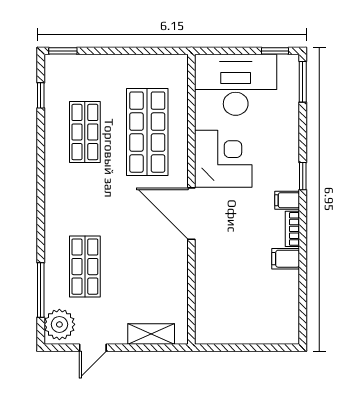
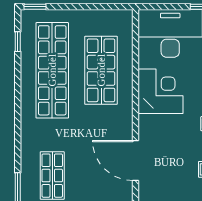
shop shelf: (85, 132) -> (52, 70), width x2.00, depth x1.36
door: (191, 214) -> (136, 161), moved

